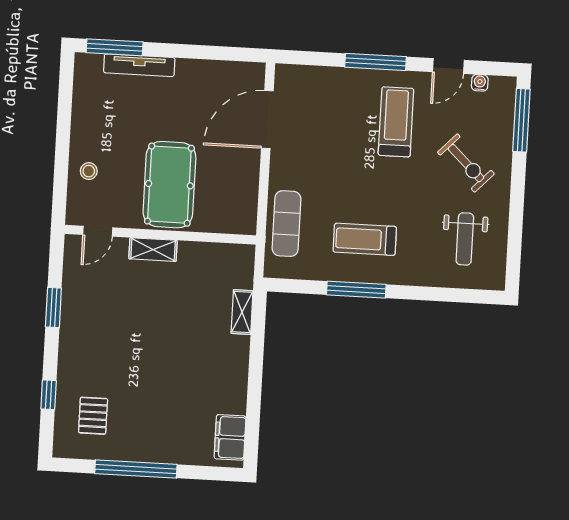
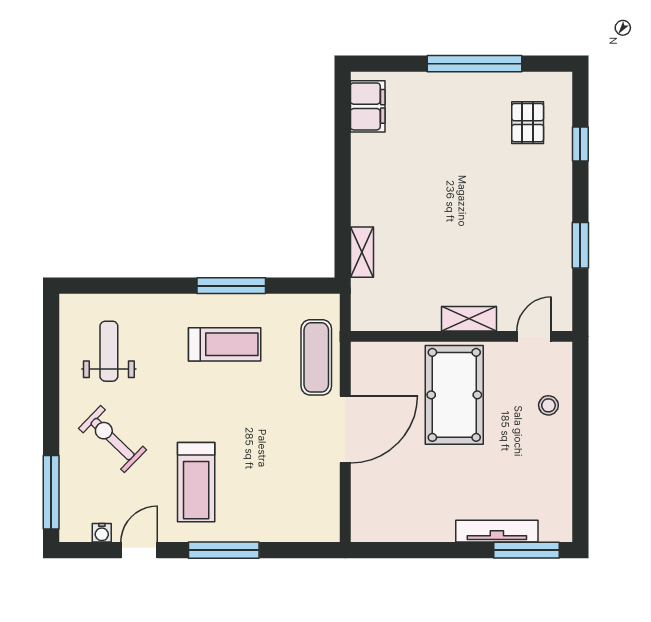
door: (267, 119) -> (345, 429), moved

